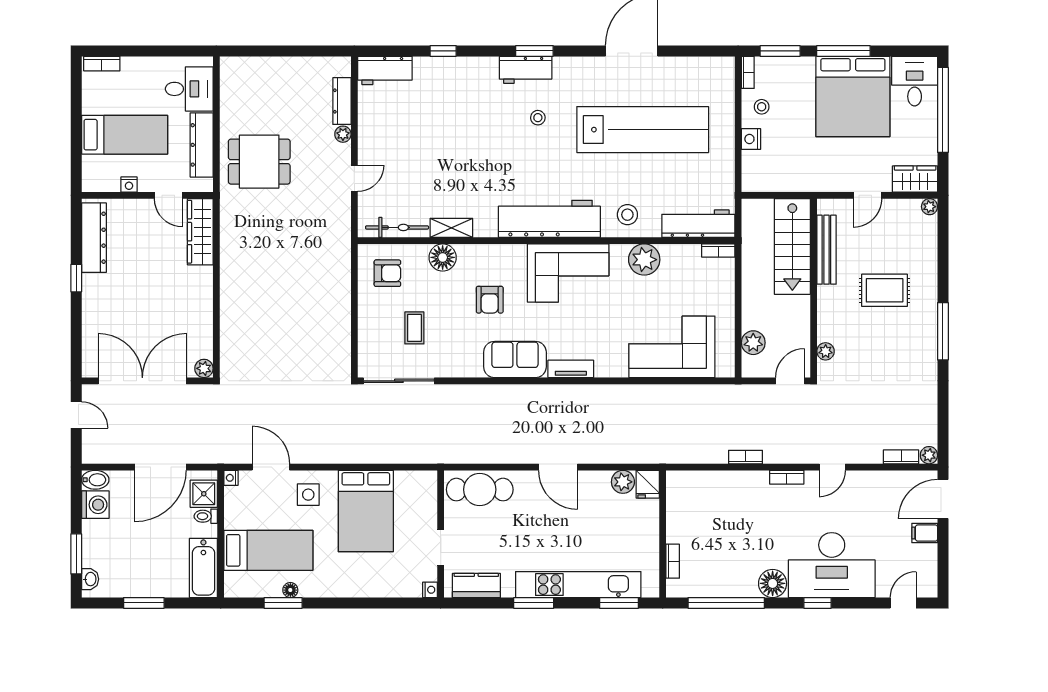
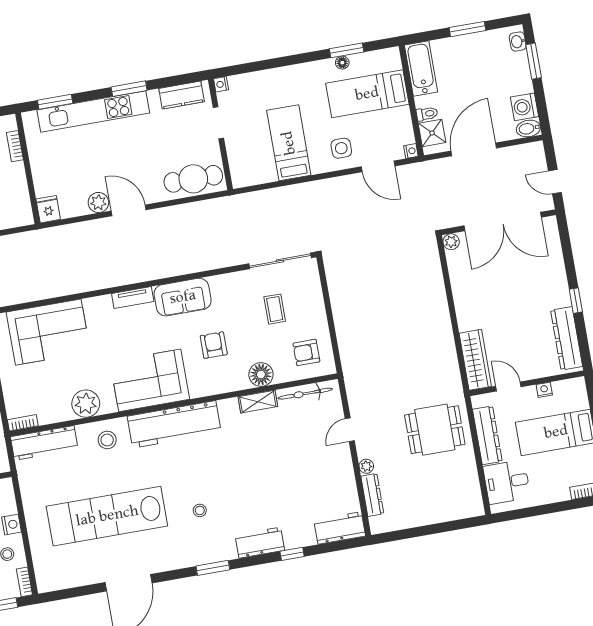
workbench: (526, 70) -> (260, 543), moved
plant: (623, 482) -> (98, 202), moved
bed: (366, 511) -> (289, 143), width x0.67

